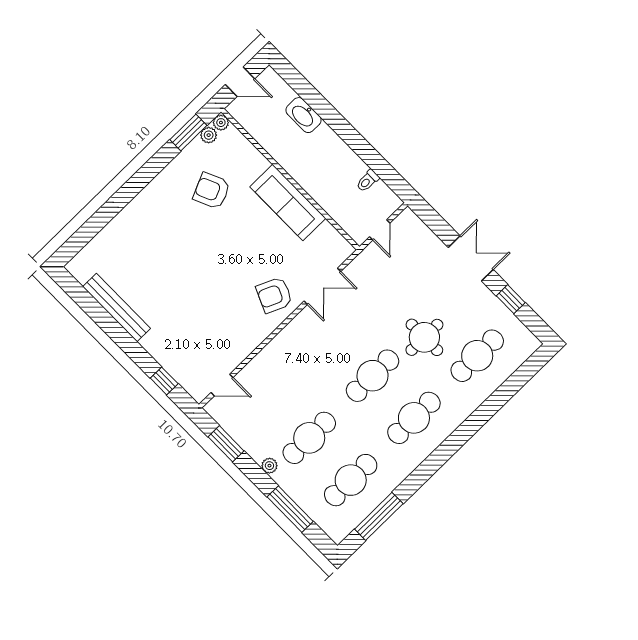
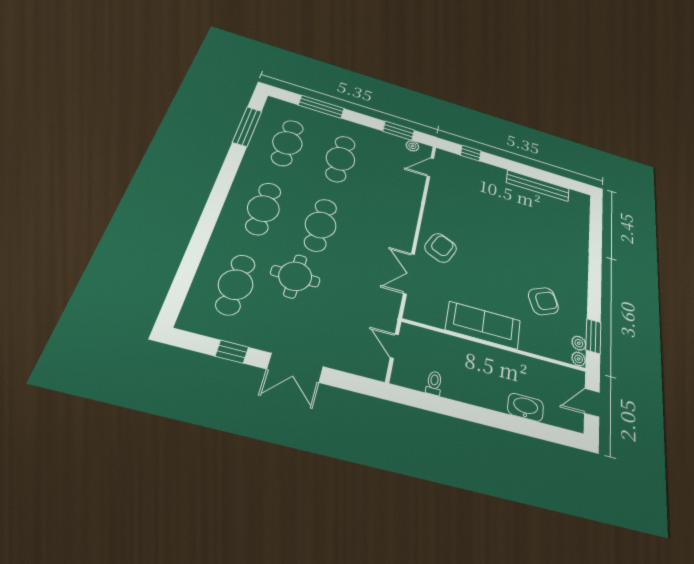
plant: (269, 466) -> (412, 146), moved

